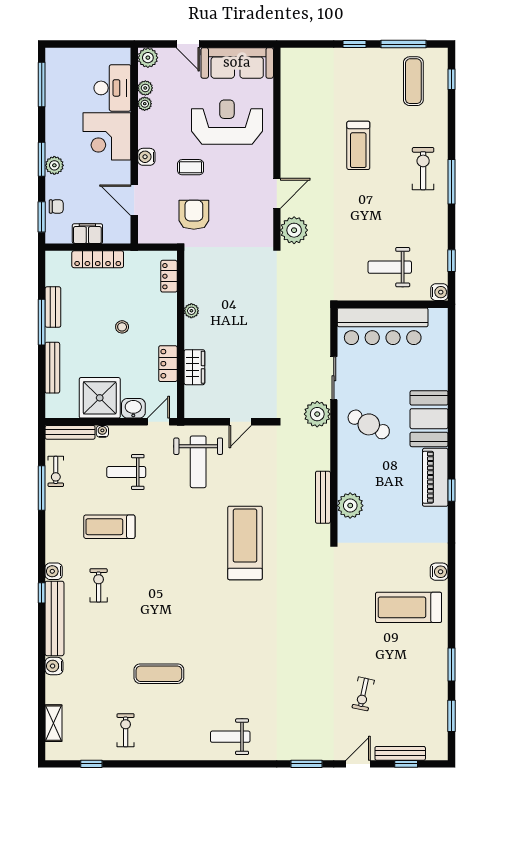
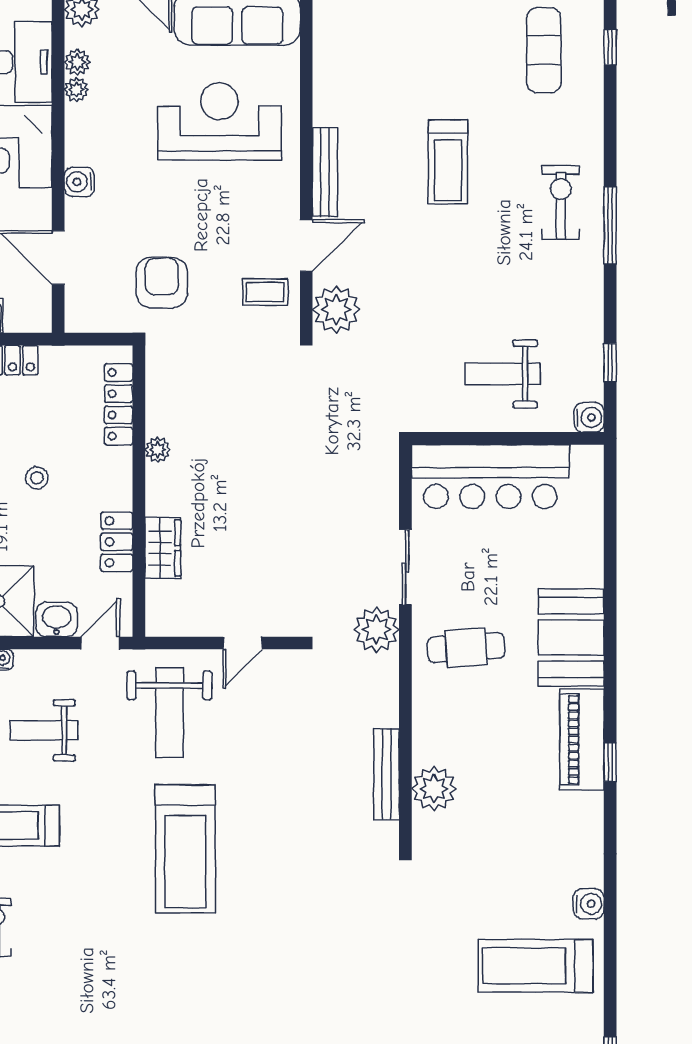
bench: (288, 151) -> (325, 172), added
coffee table: (191, 167) -> (265, 292), moved
locker: (169, 276) -> (119, 404), width x1.53
cafe table: (369, 424) -> (466, 648), turned -32
treadmill: (245, 543) -> (185, 849), moved, turned 180

